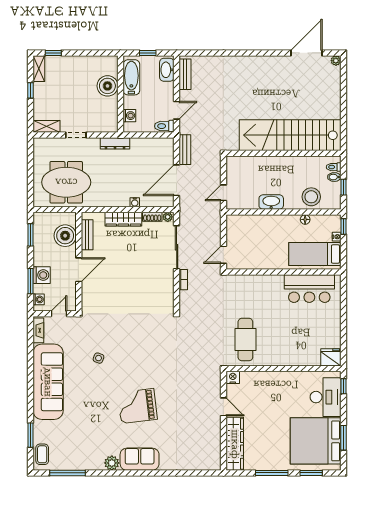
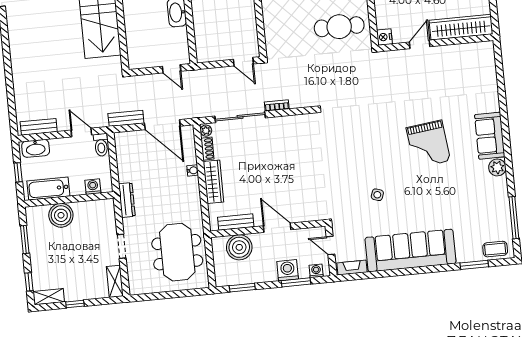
window: (90, 53) -> (25, 240), added

